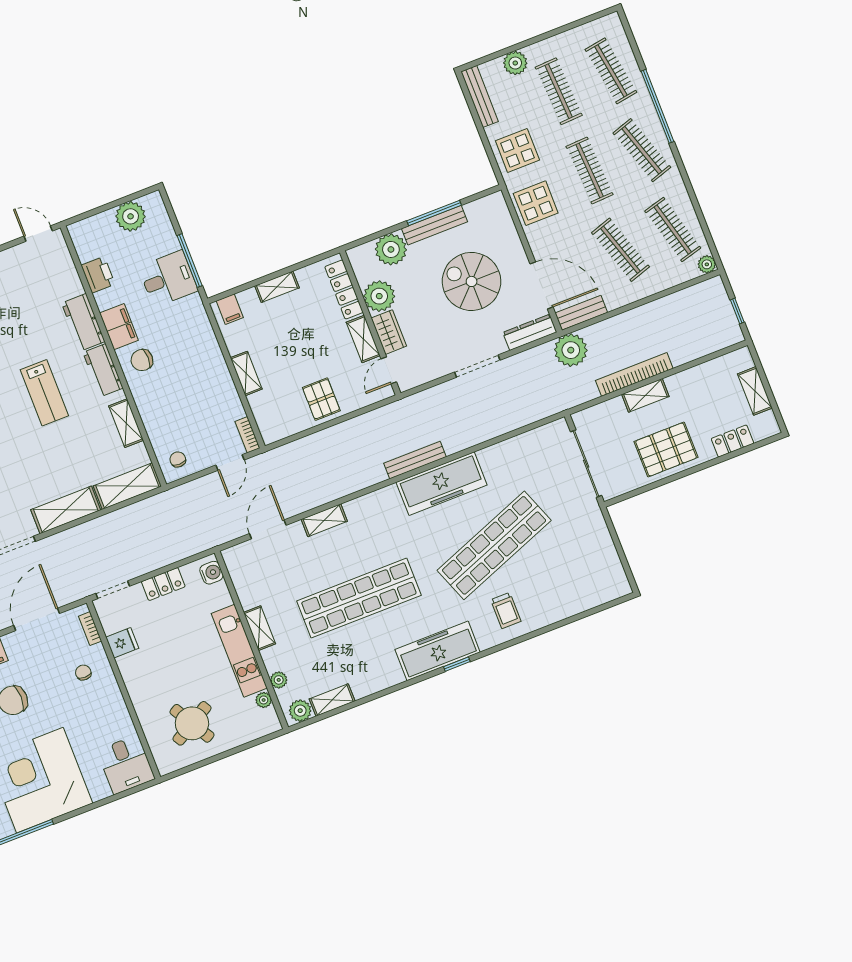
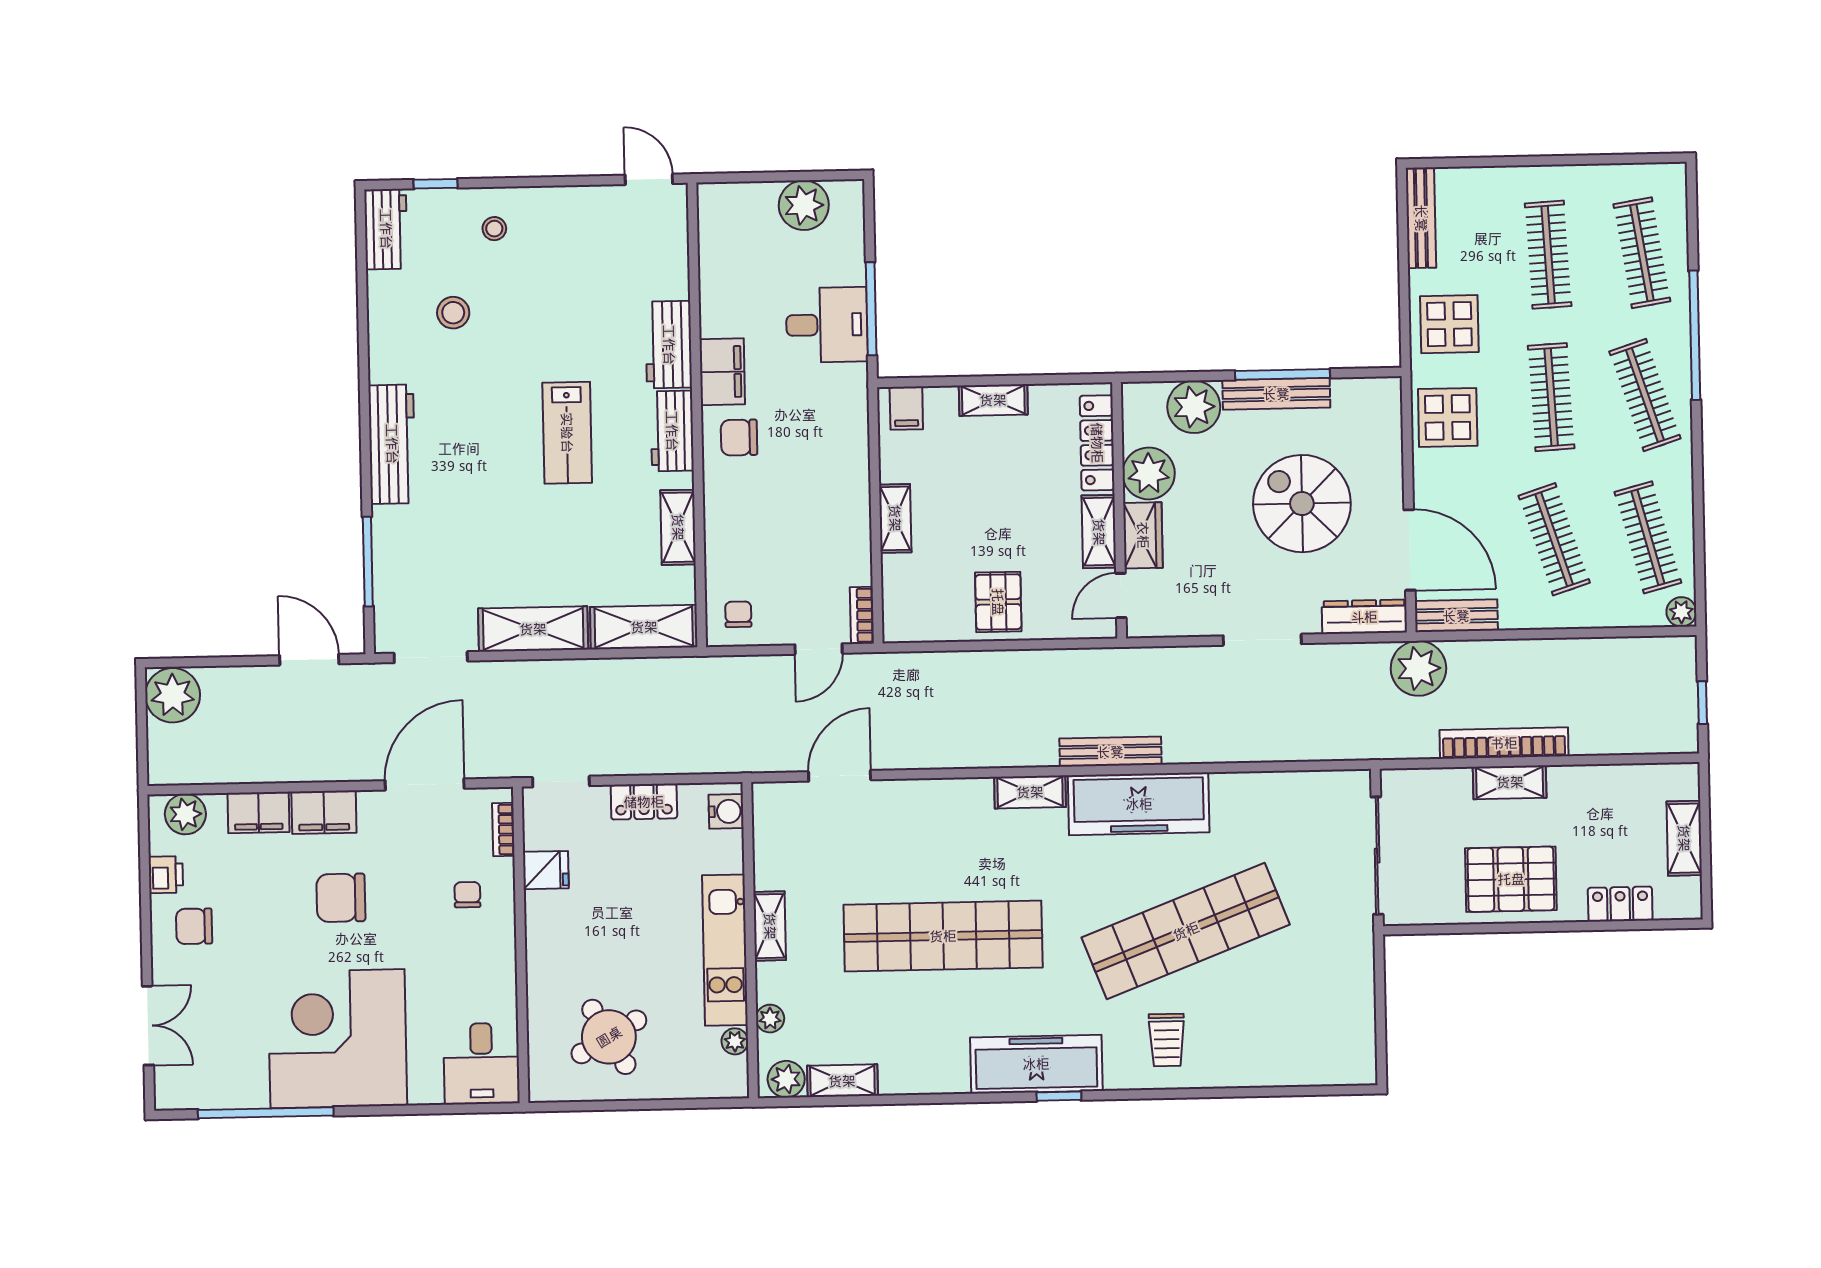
plant: (515, 63) -> (1496, 186), removed
printer: (98, 275) -> (719, 278), removed
shelving: (324, 520) -> (1030, 792), moved

